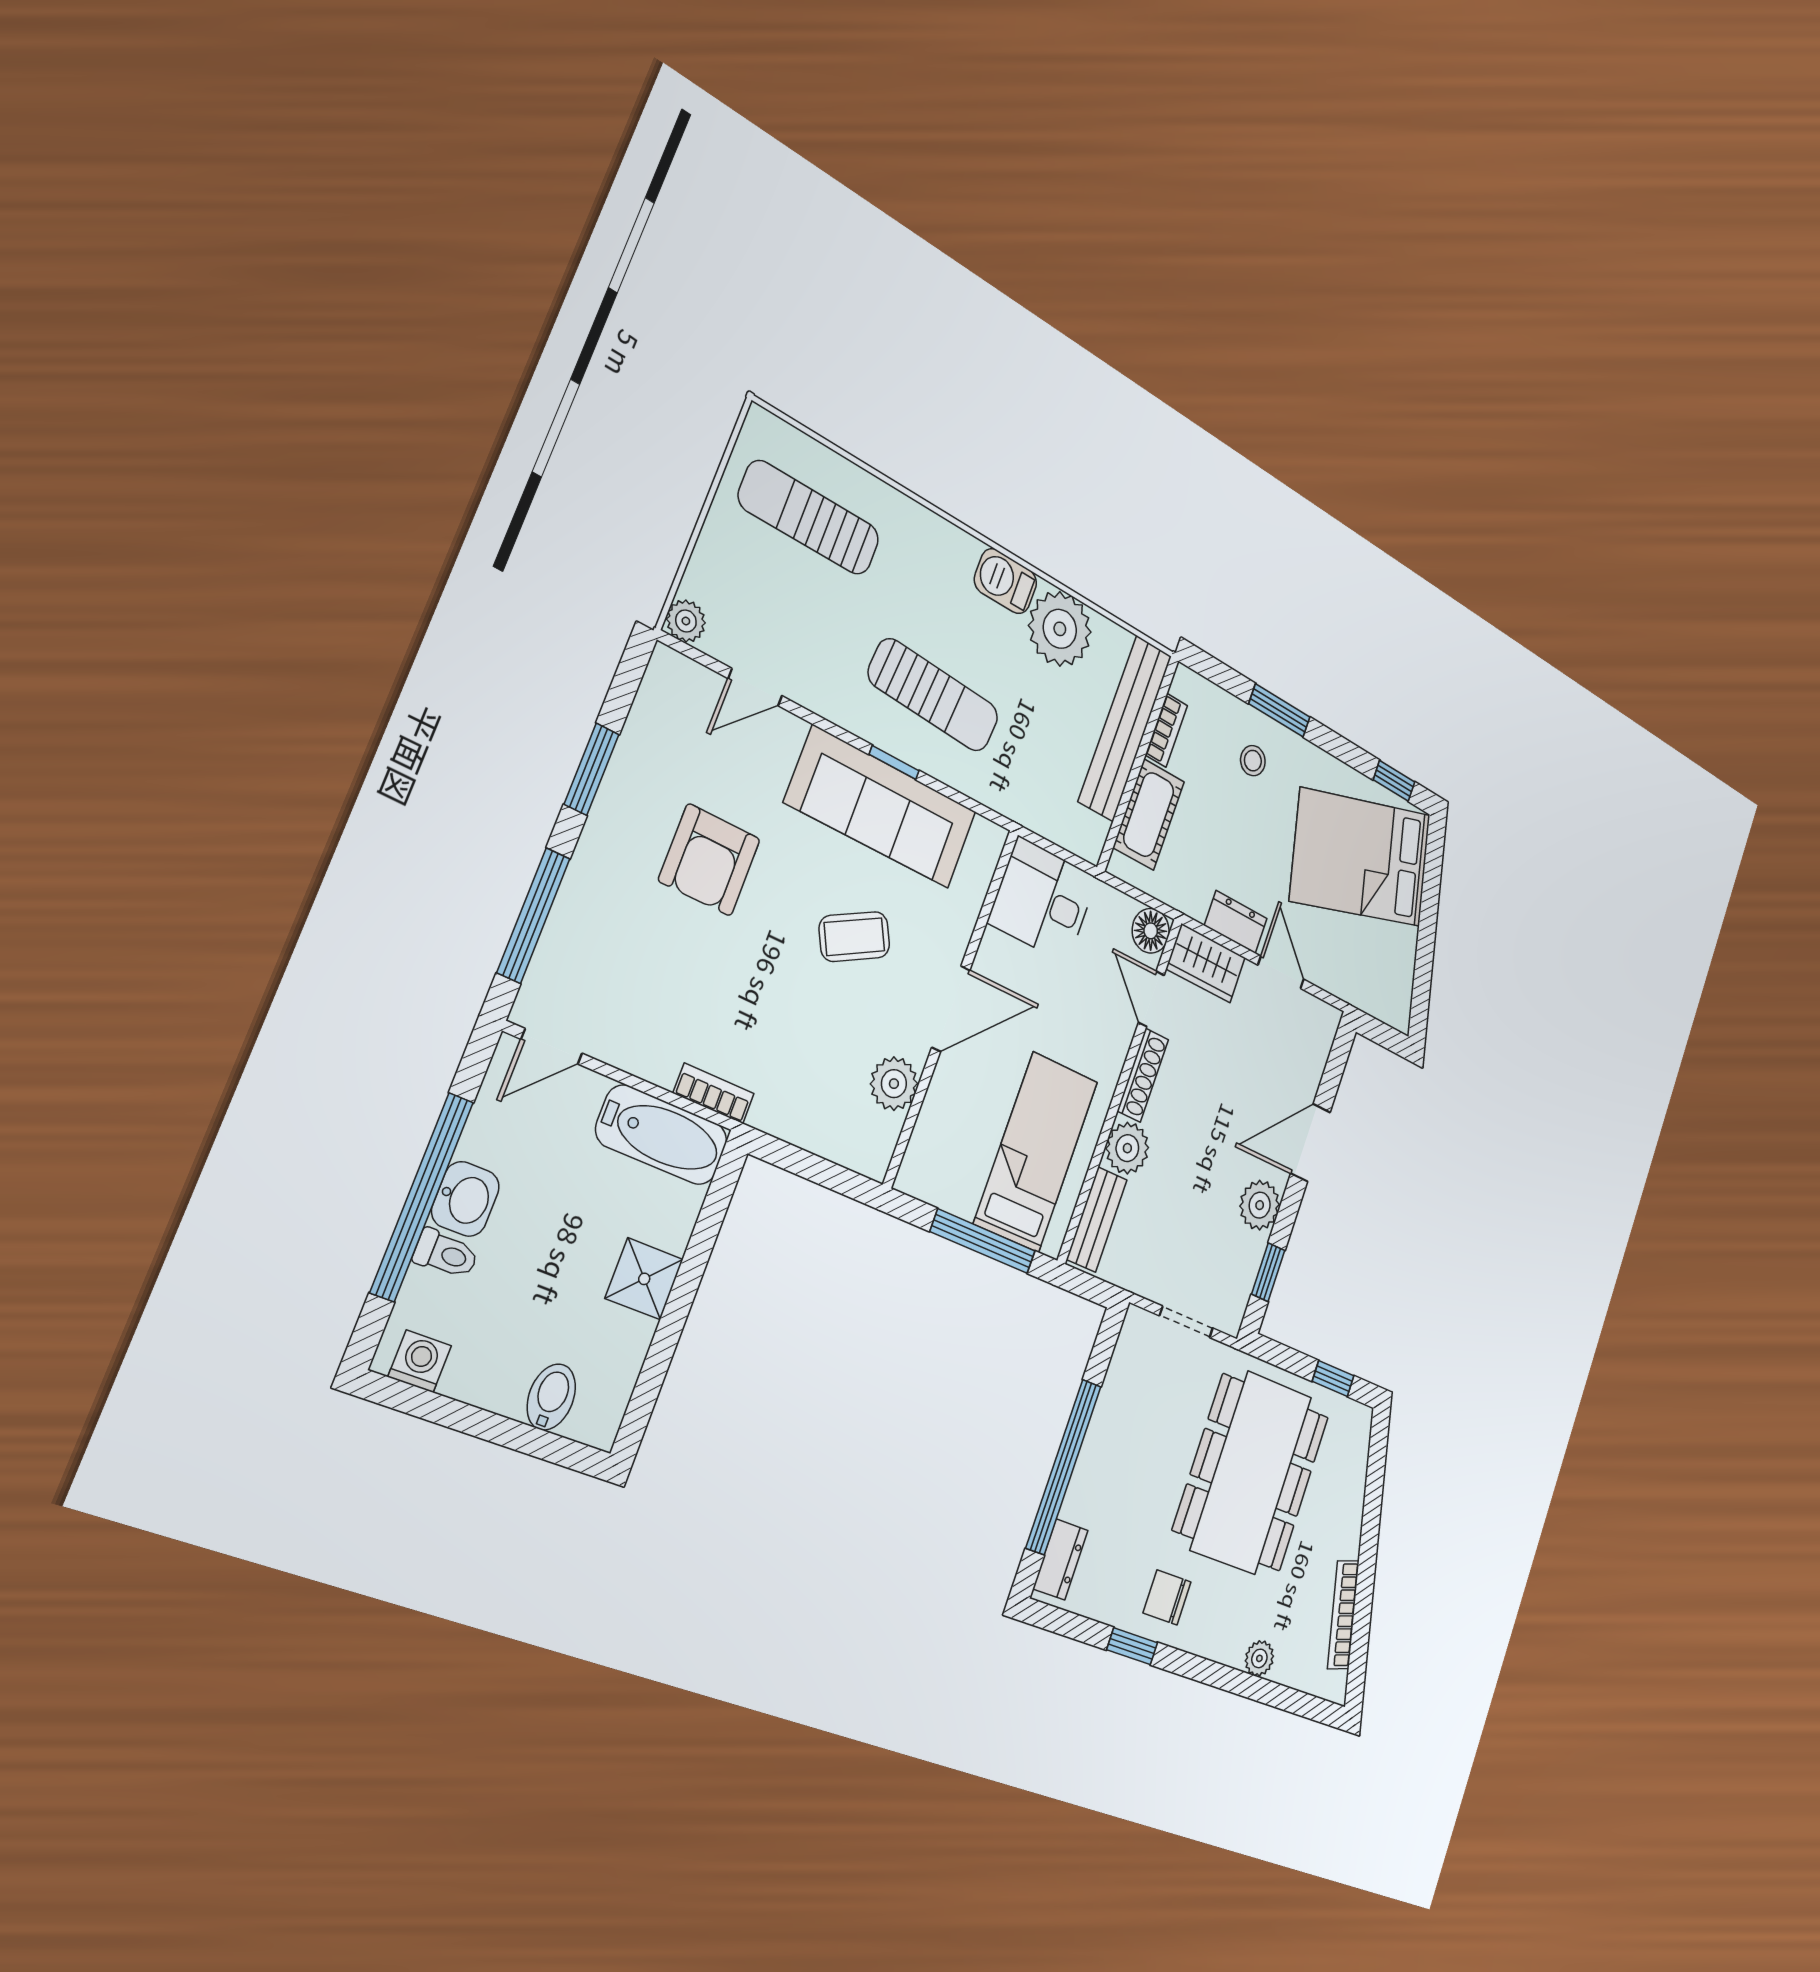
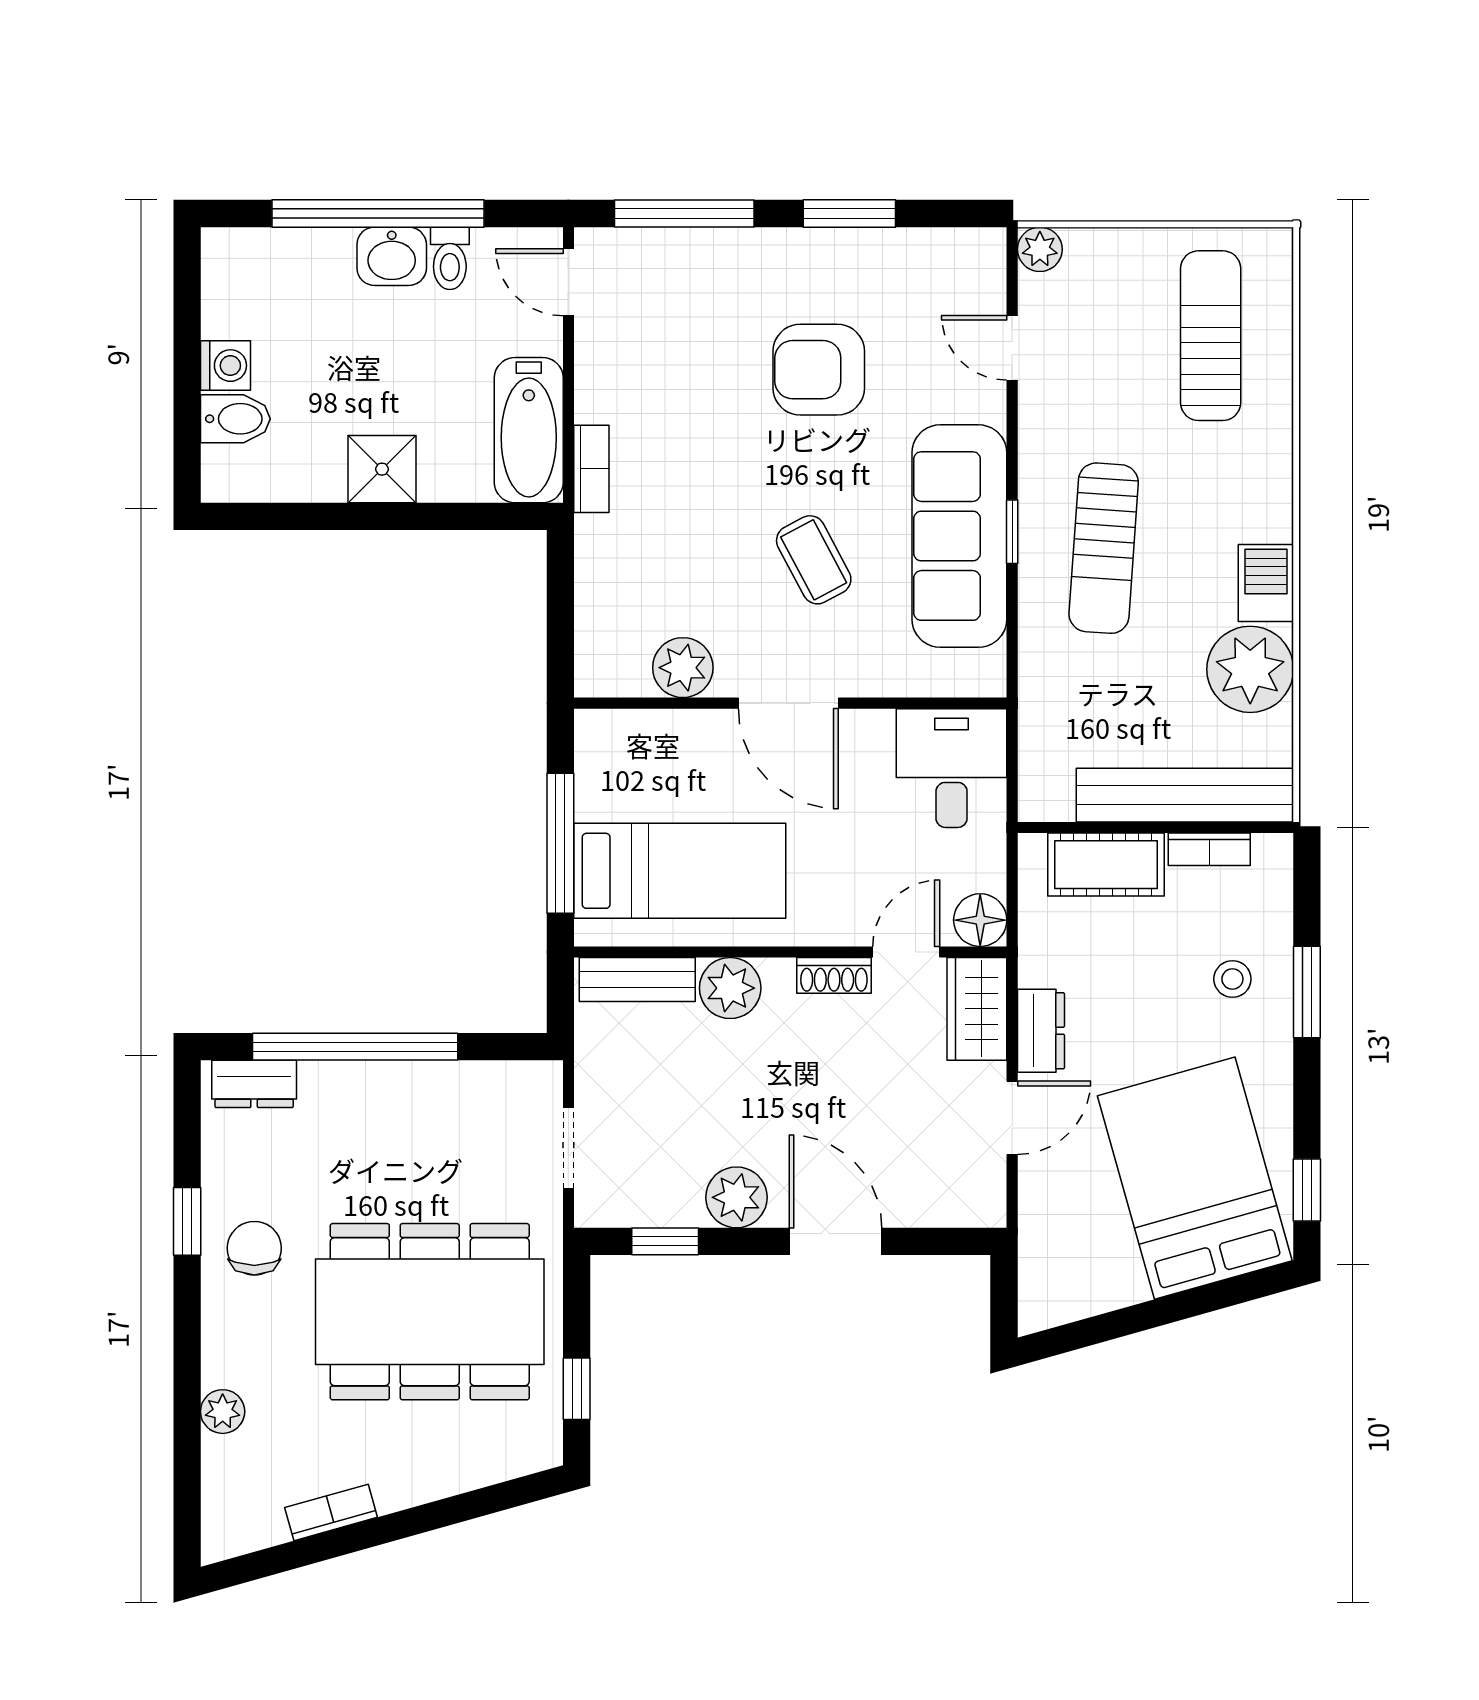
shoe rack: (1143, 1075) -> (834, 975), width x0.70
toilet: (446, 1254) -> (450, 258), moved
washing machine: (420, 1361) -> (225, 366), moved
bookcase: (1343, 1615) -> (331, 1512), width x0.64

